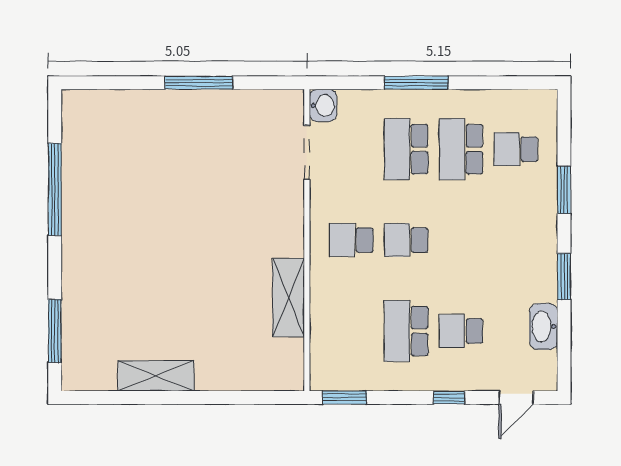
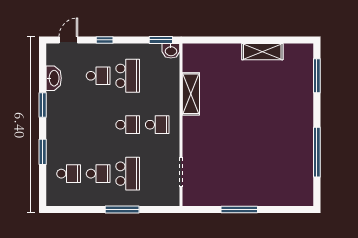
washbasin: (323, 105) -> (171, 51), moved, turned -90
school desk: (461, 149) -> (98, 174), width x0.54

